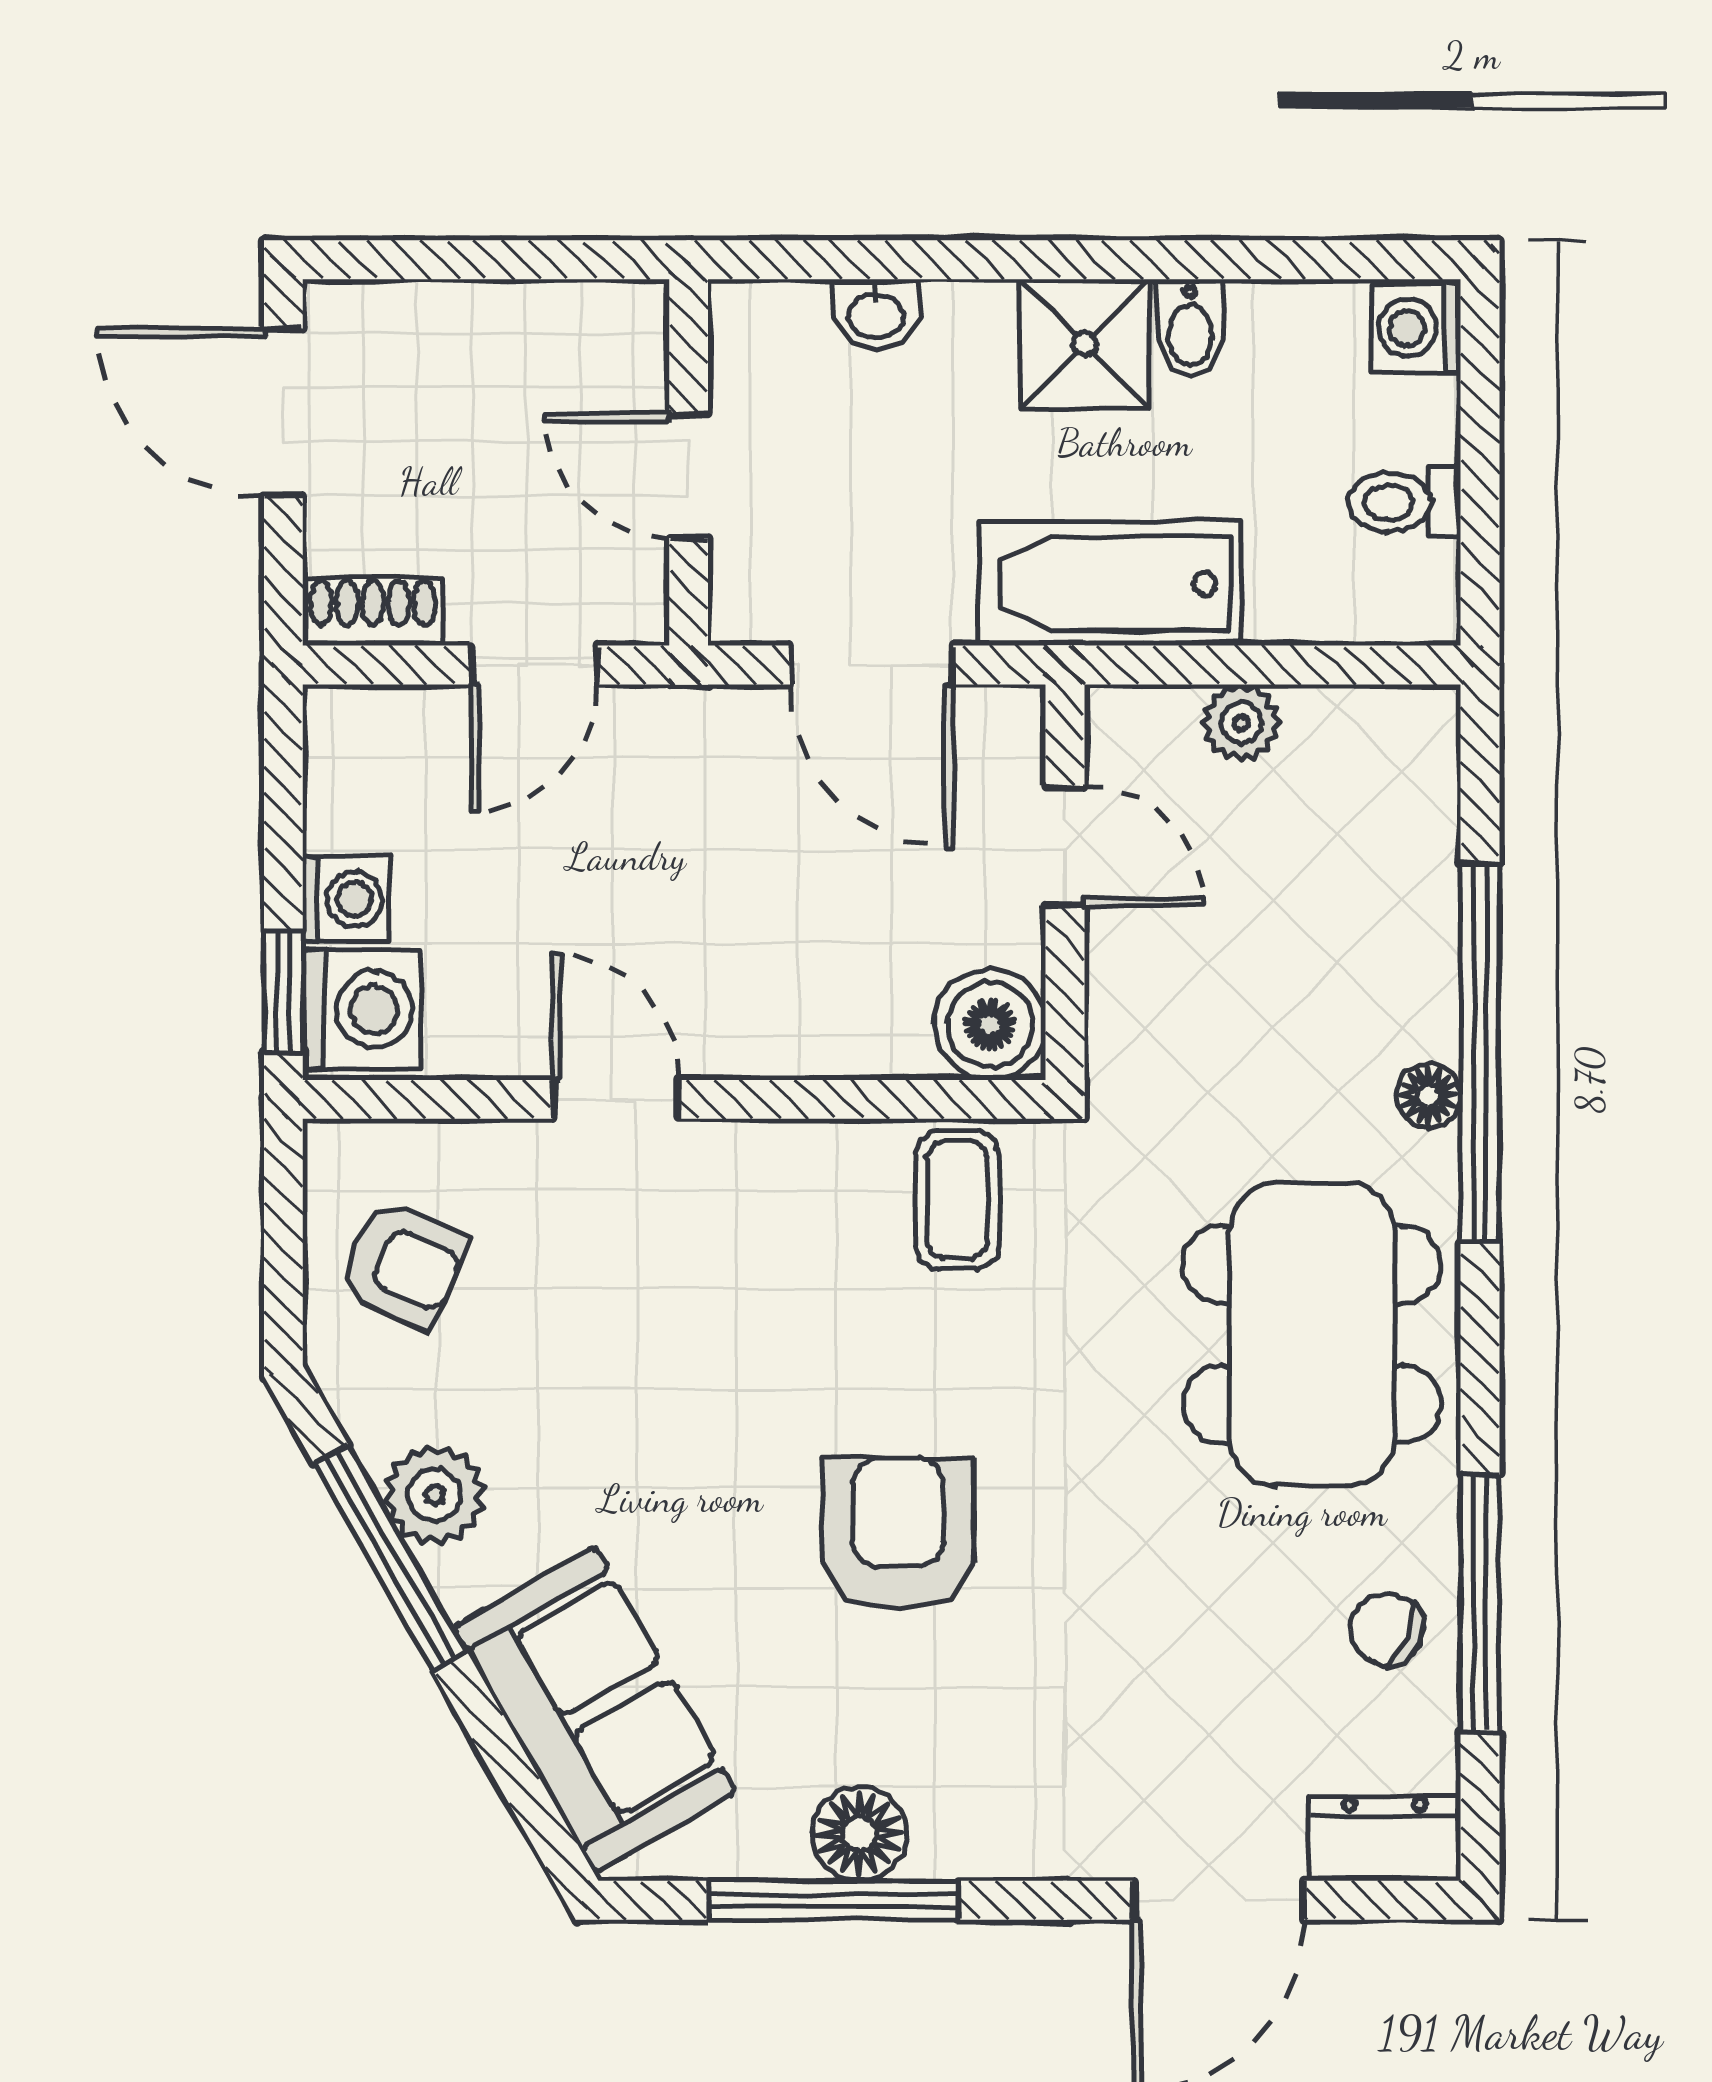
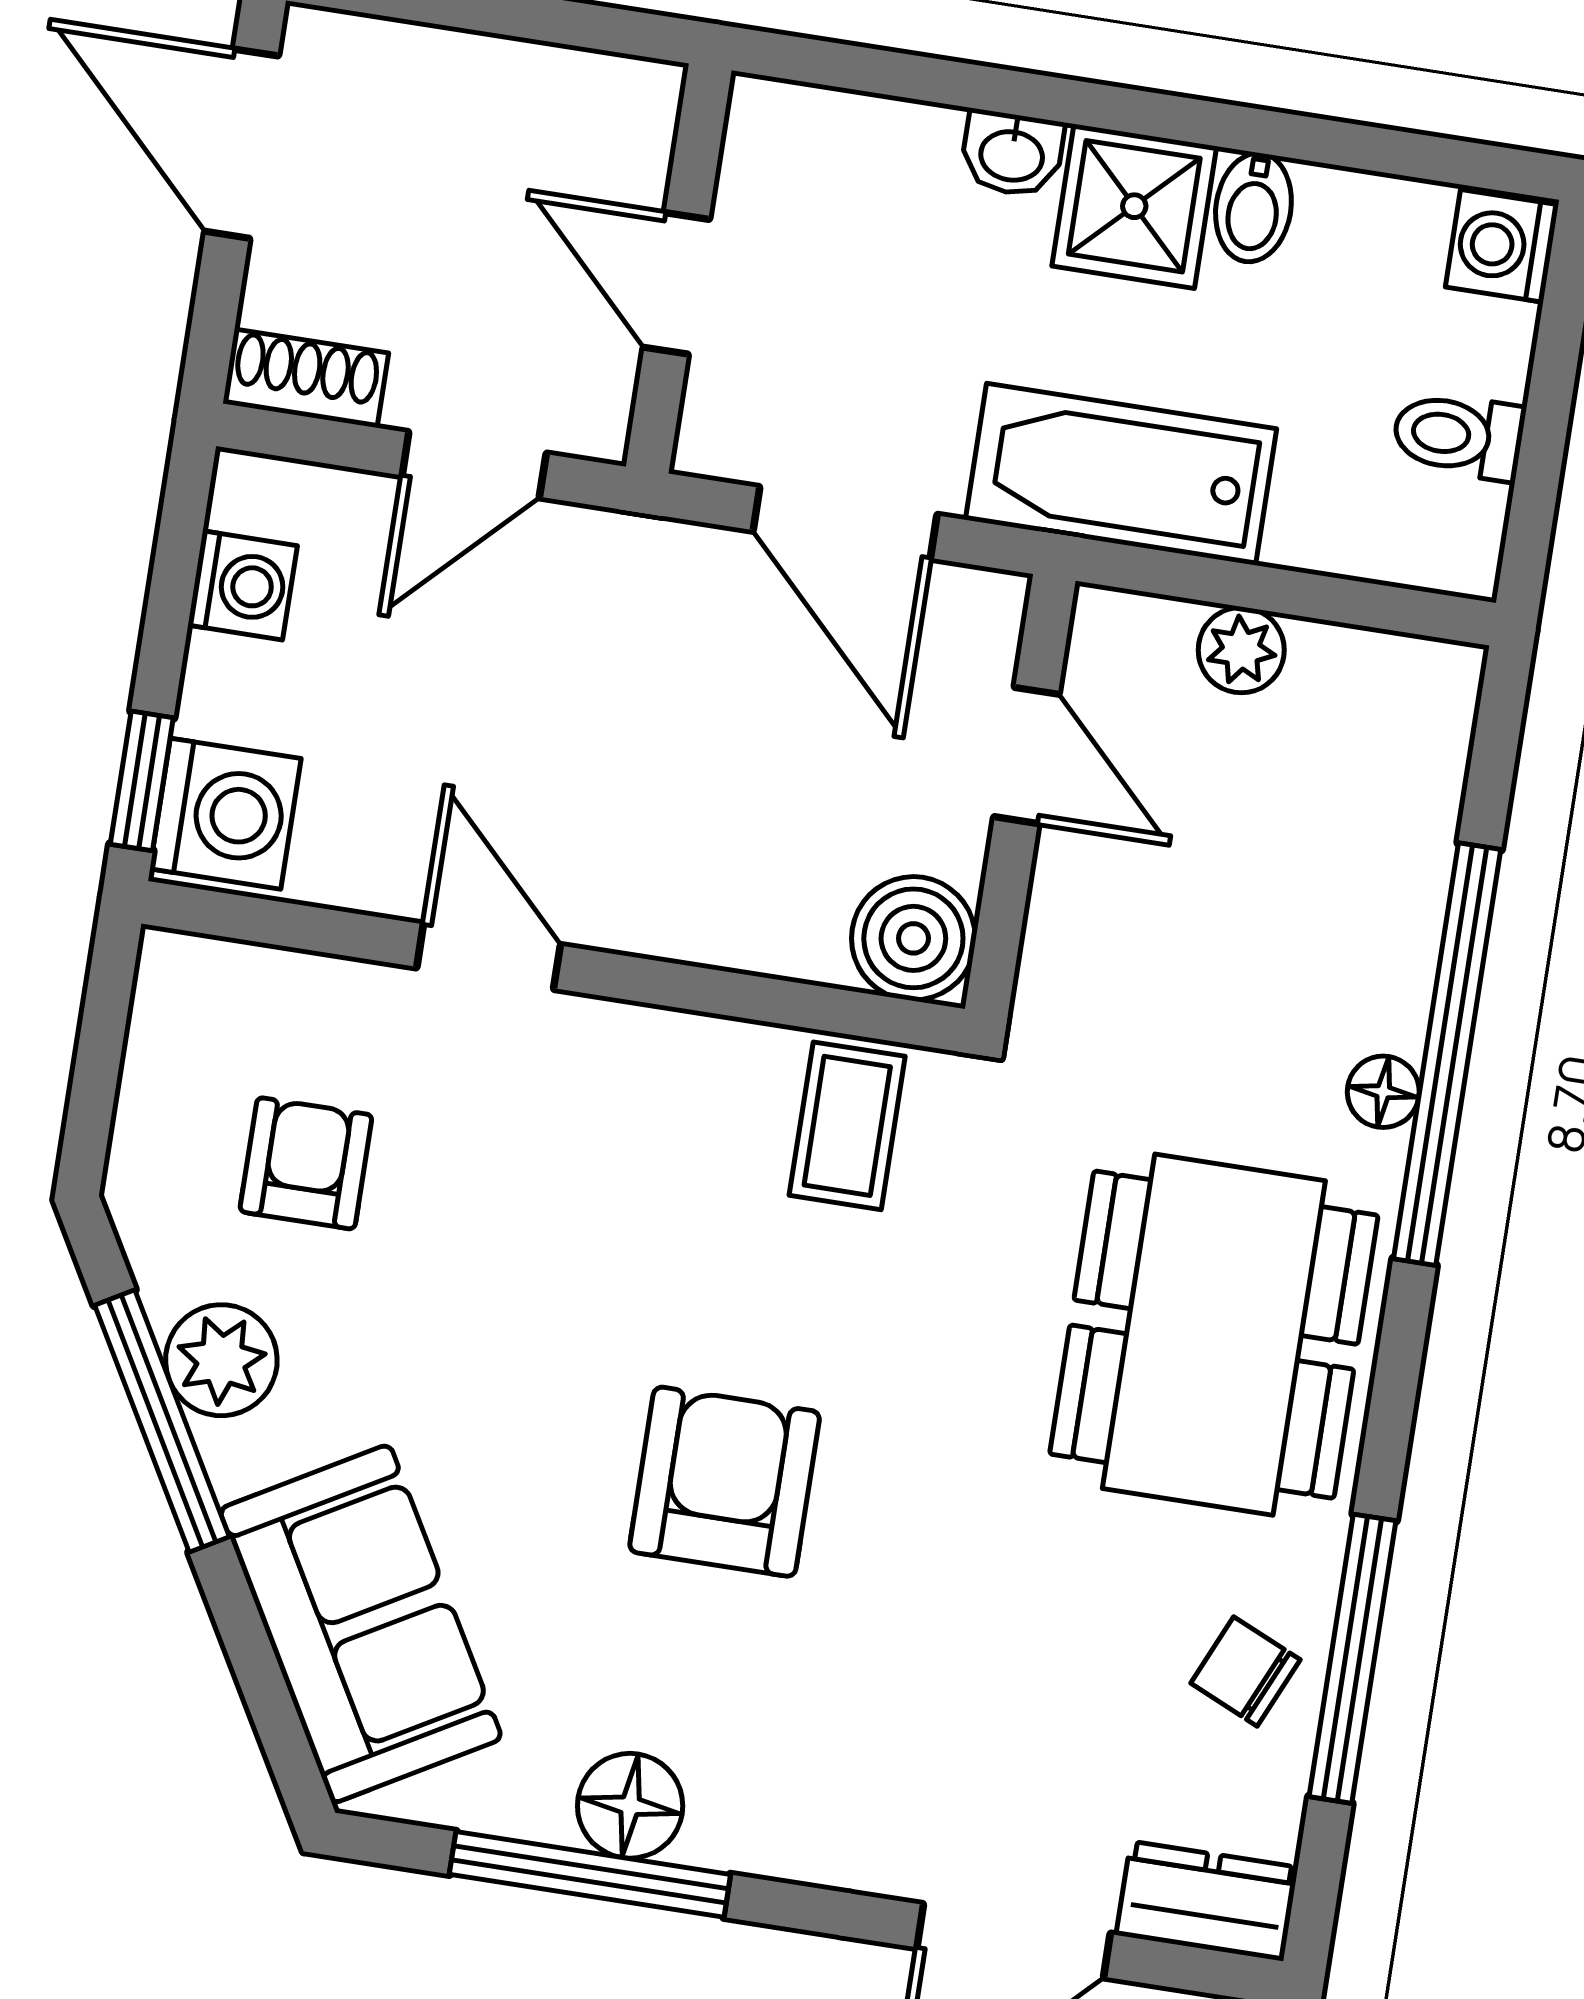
washbasin: (876, 314) -> (1012, 154), moved
washing machine: (346, 899) -> (243, 585), moved
armchair: (403, 1264) -> (306, 1163), moved, turned -114

